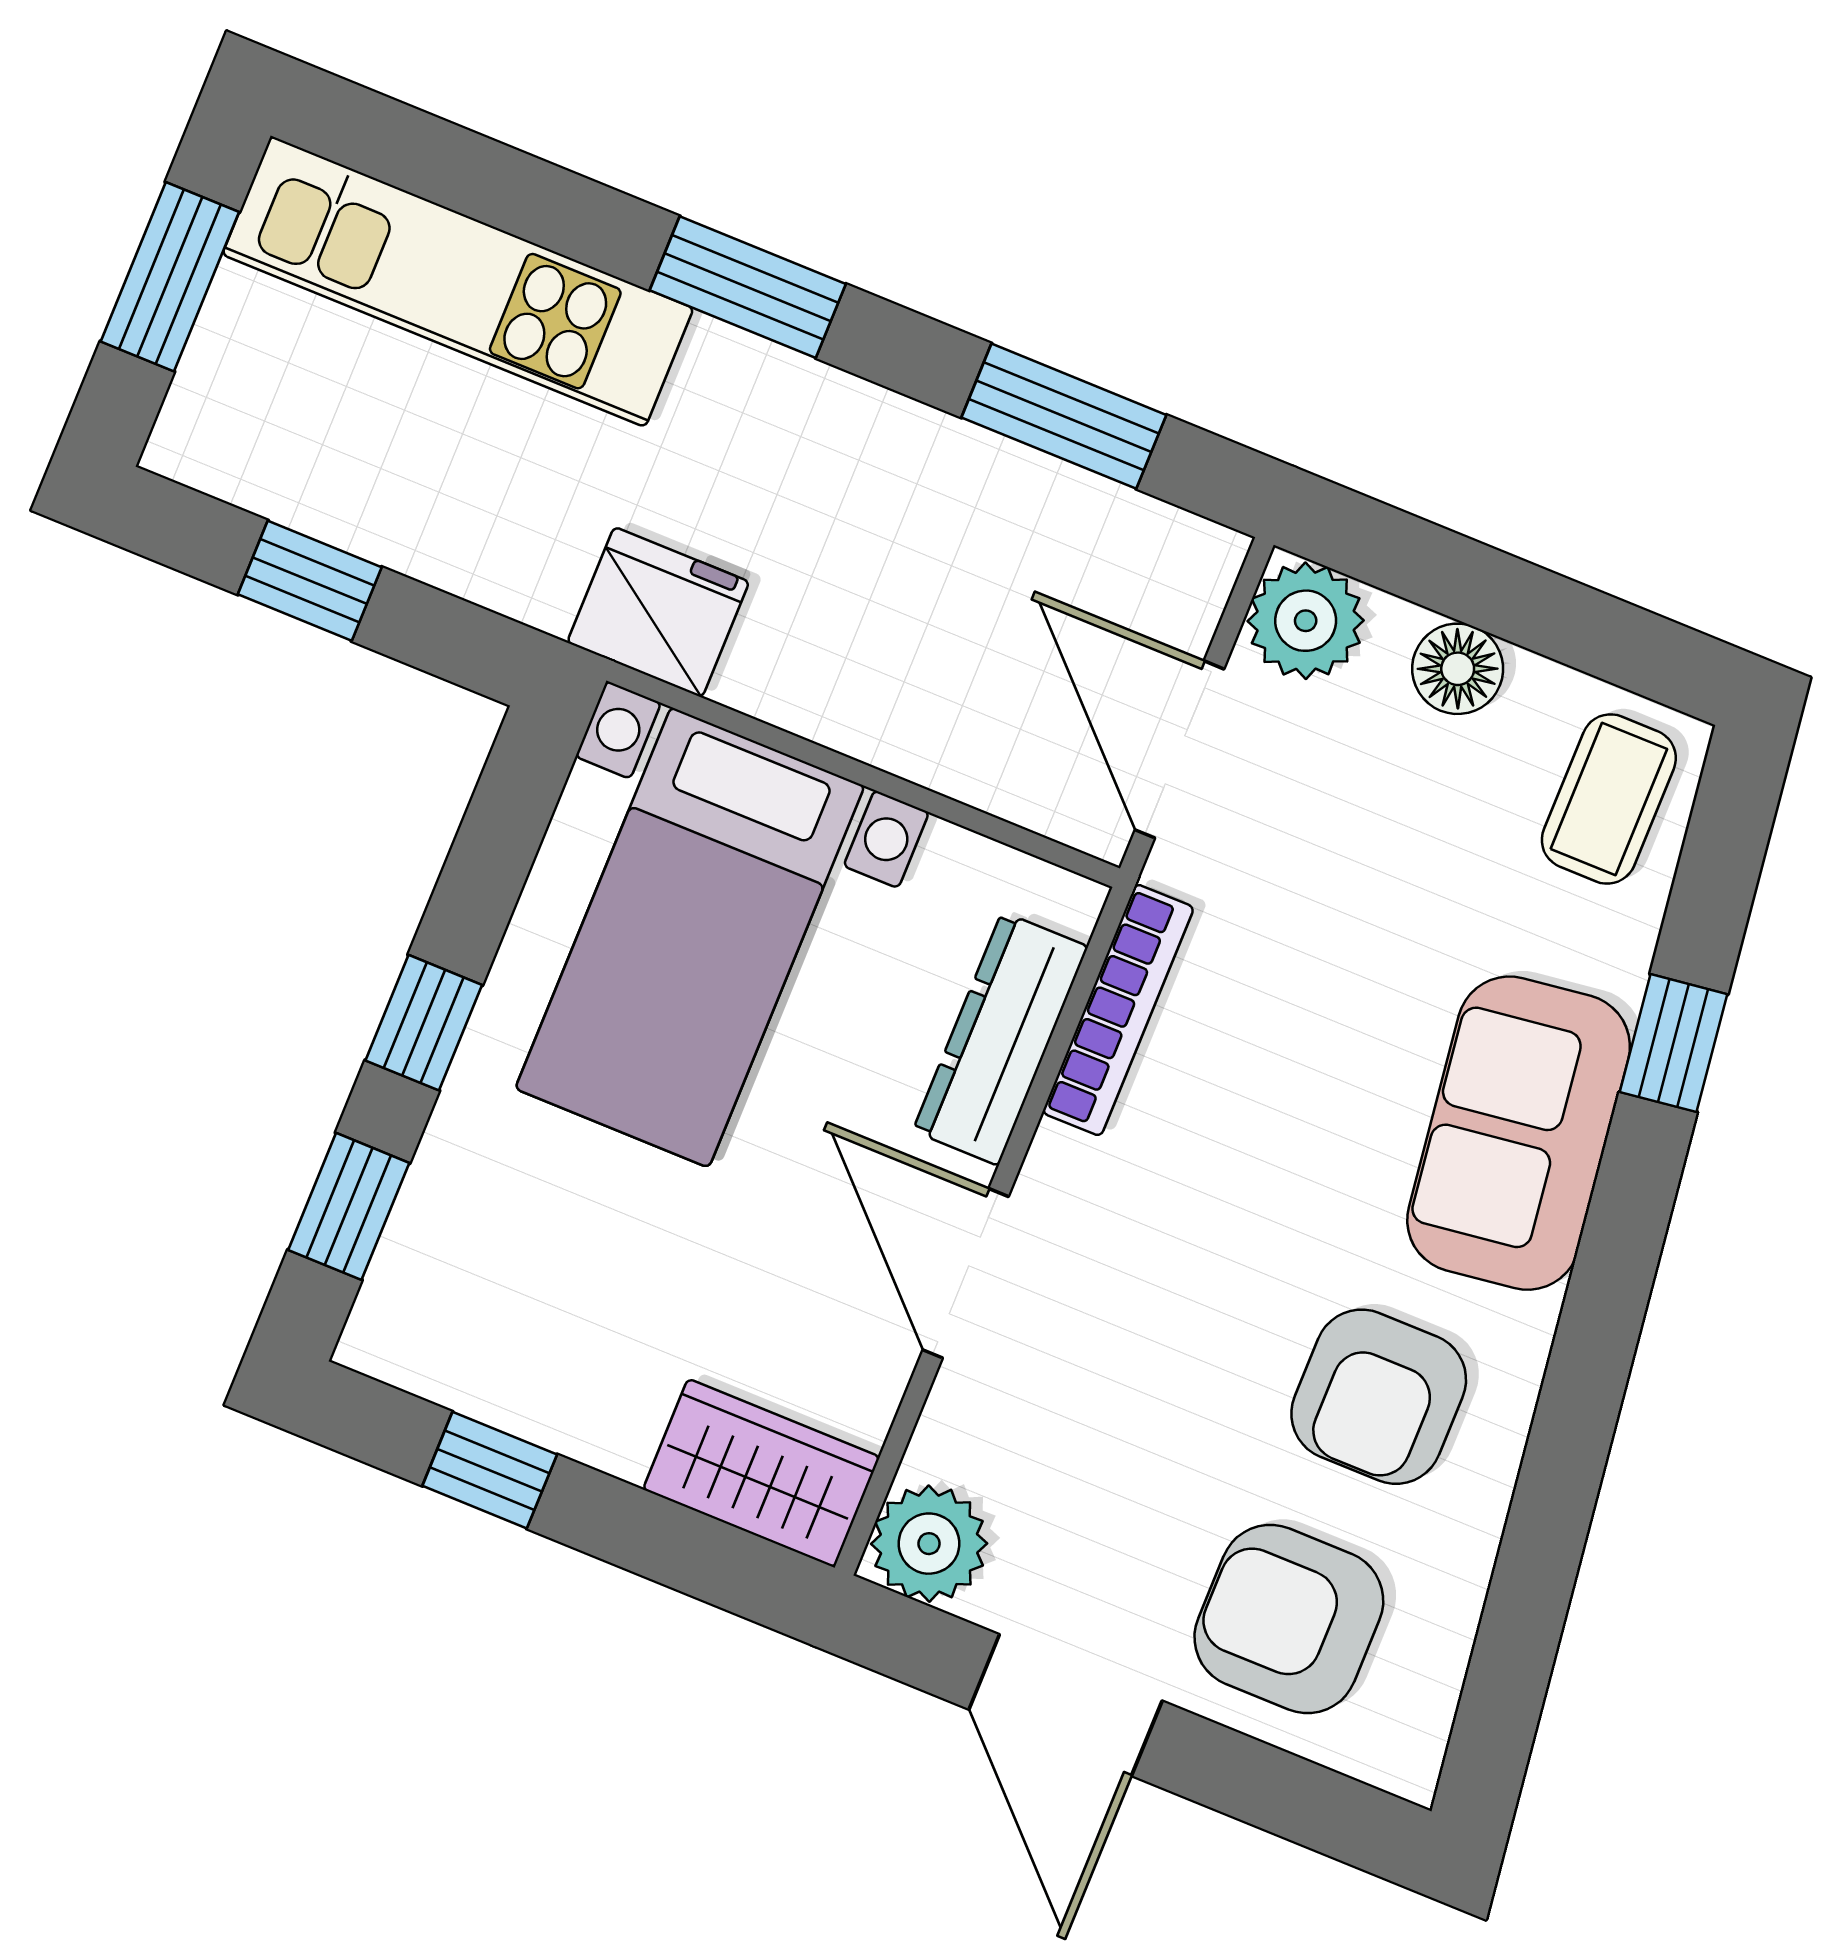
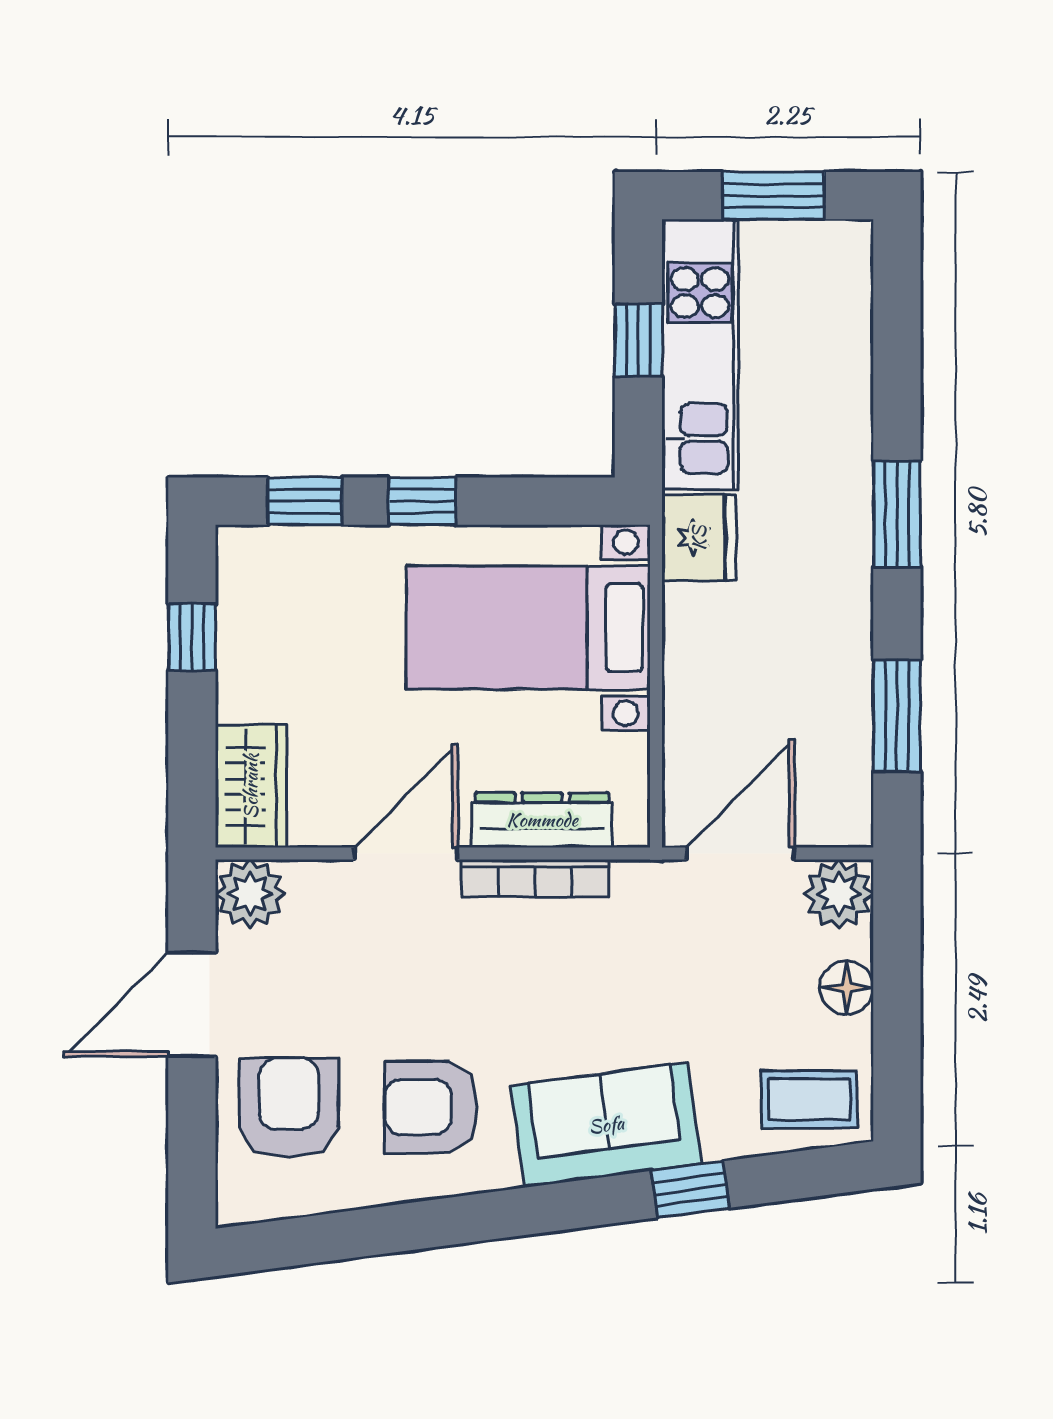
kitchen unit: (458, 281) -> (700, 355), moved, turned 180
bookcase: (1118, 1010) -> (535, 878), moved

